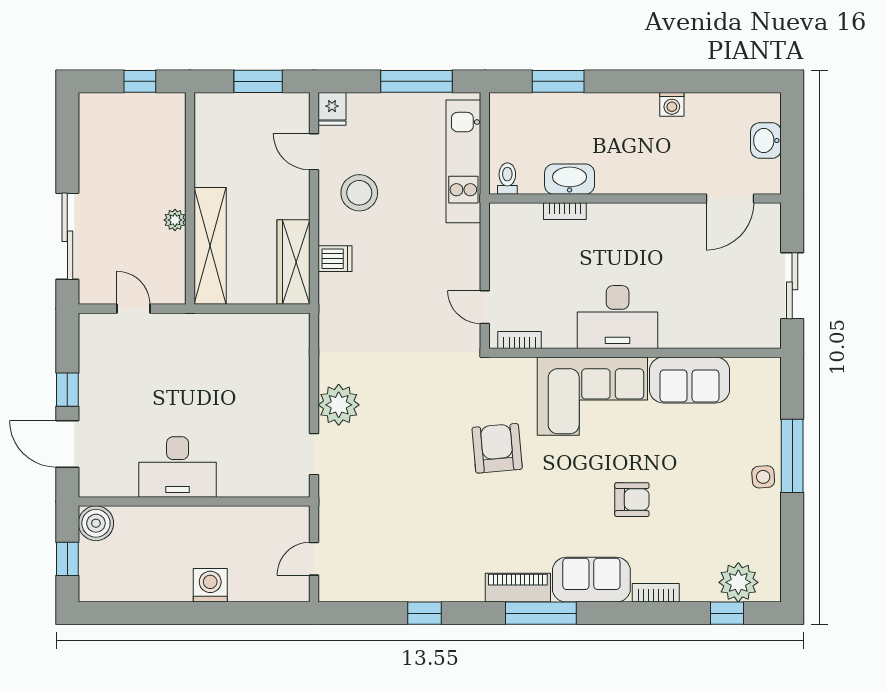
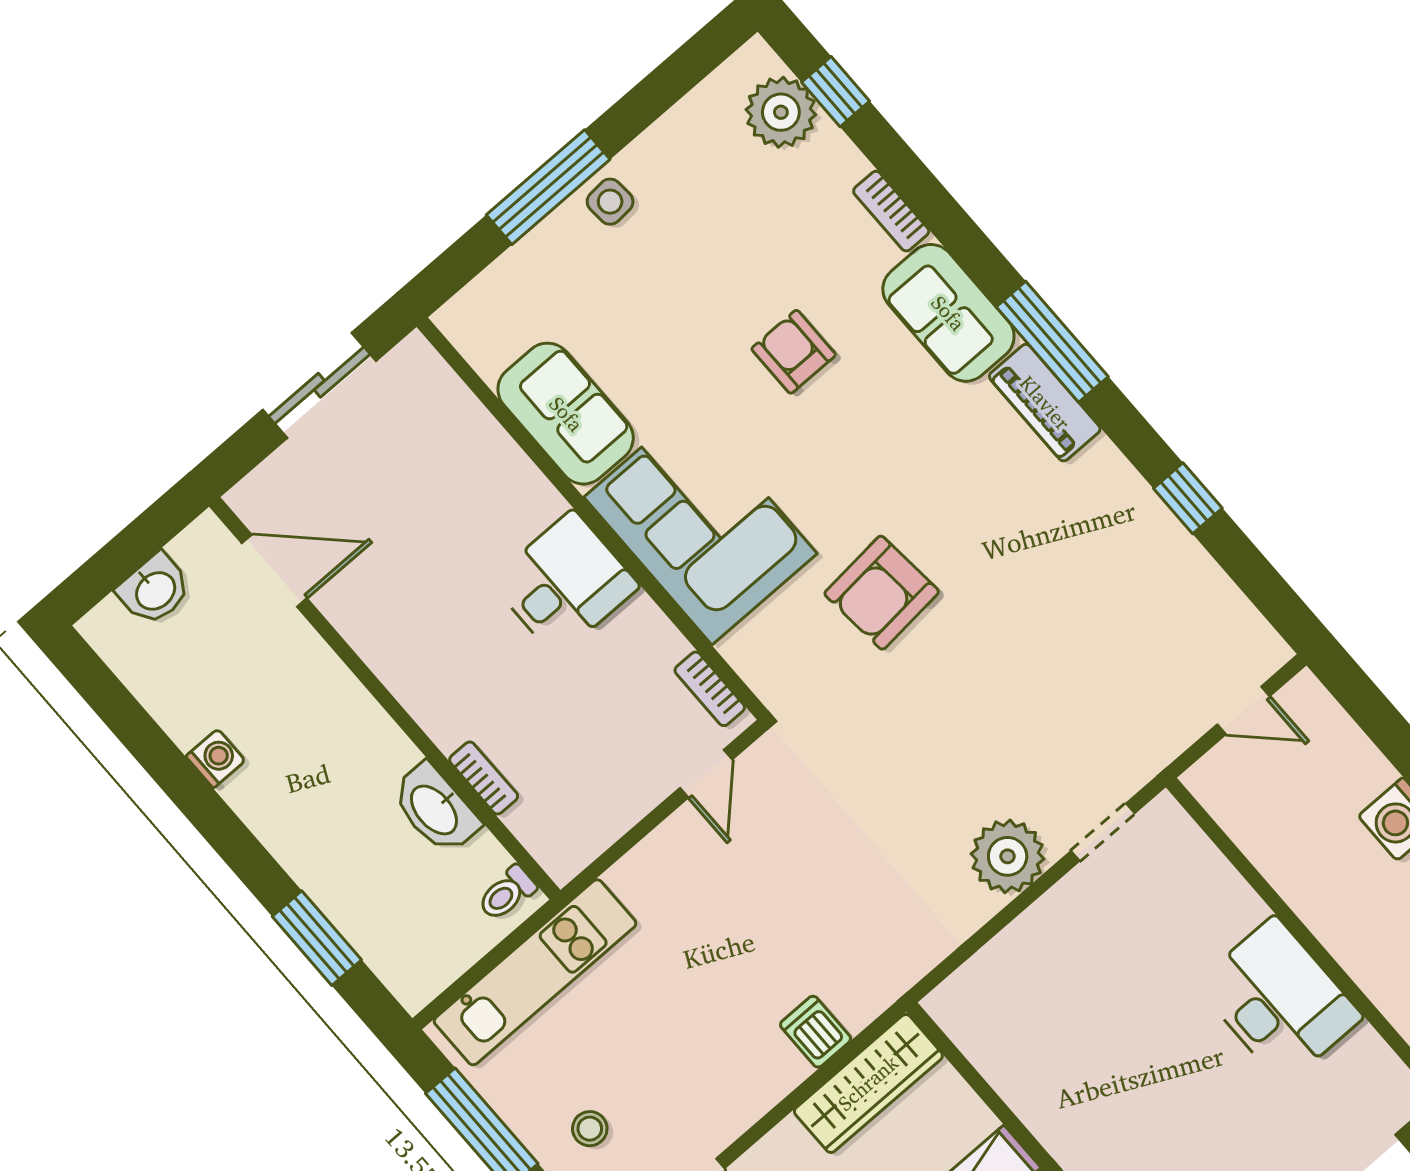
stool: (359, 193) -> (590, 1129), moved, width x0.53, depth x0.53
desk: (618, 317) -> (565, 584), width x0.73

